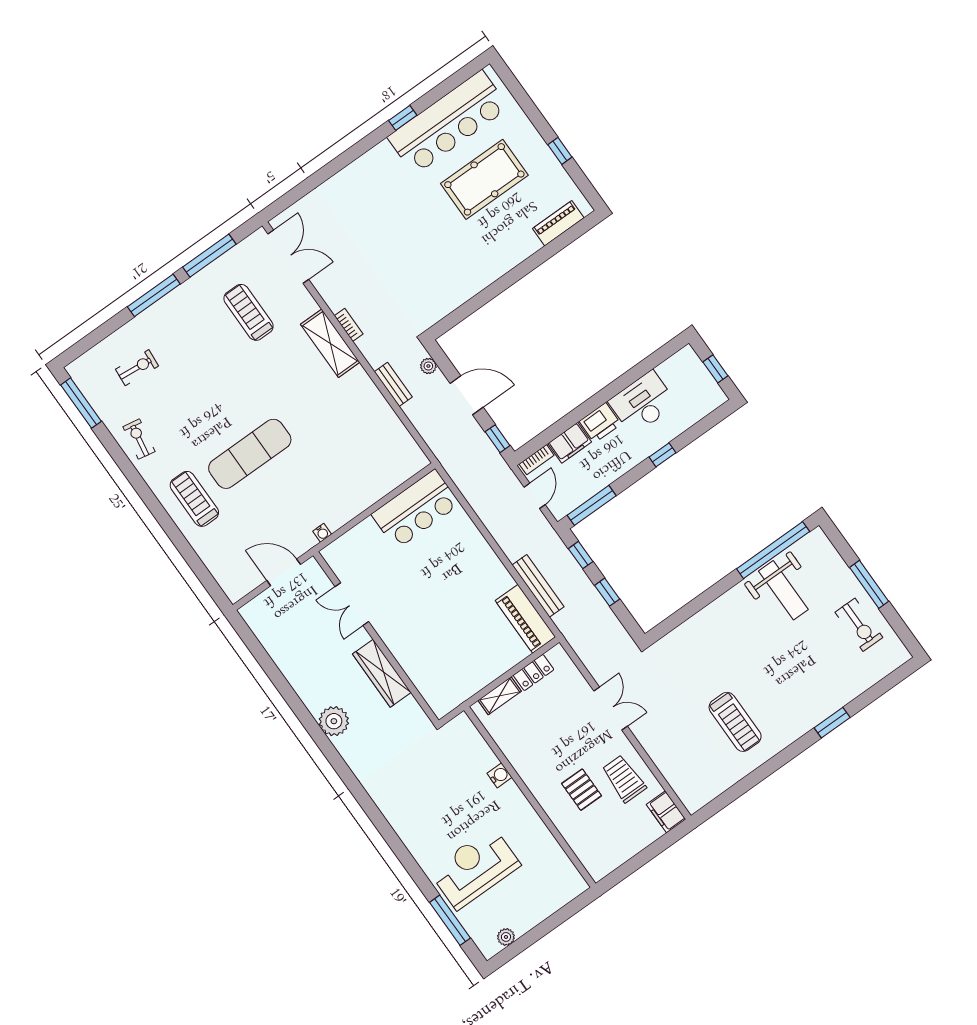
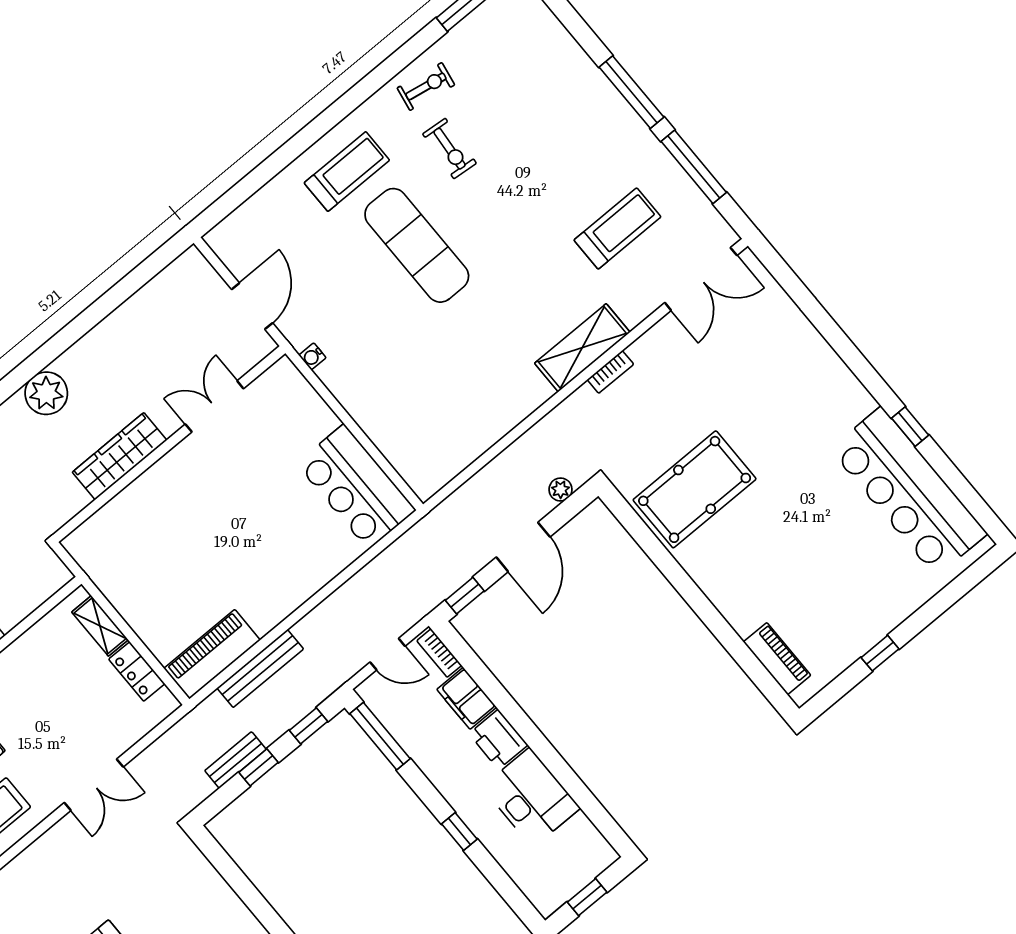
pool table: (484, 179) -> (695, 489), moved, turned 90
exercise bike: (137, 368) -> (450, 149), moved
bench: (393, 384) -> (235, 760), moved

